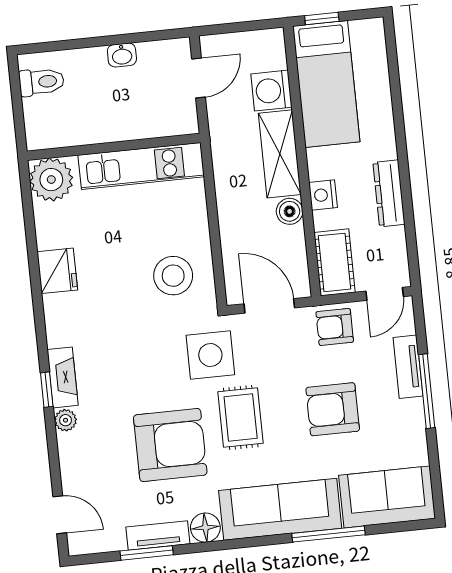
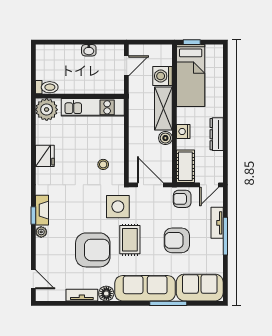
toilet: (42, 82) -> (47, 87), moved
stool: (173, 276) -> (103, 164), width x0.53, depth x0.53
window: (147, 553) -> (75, 303), removed

